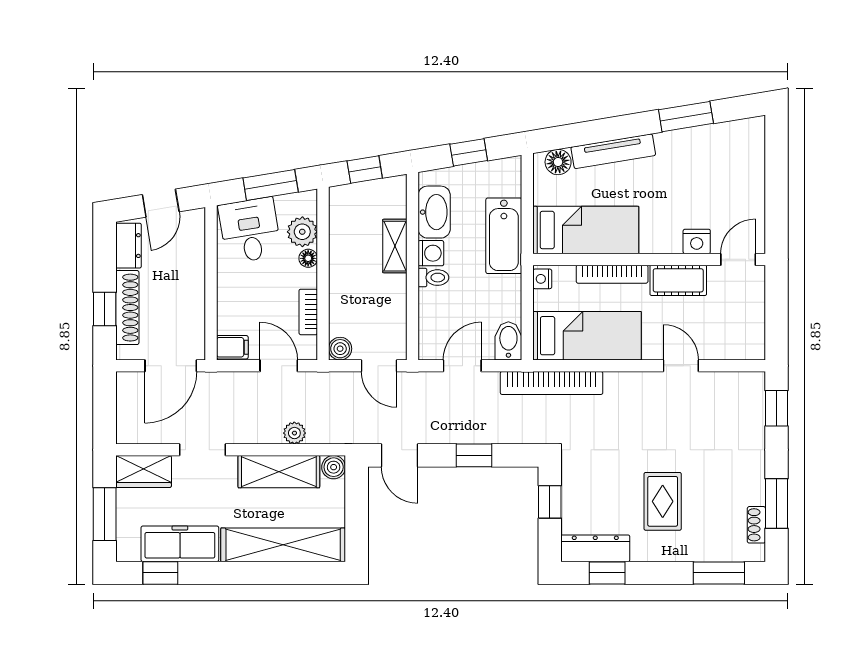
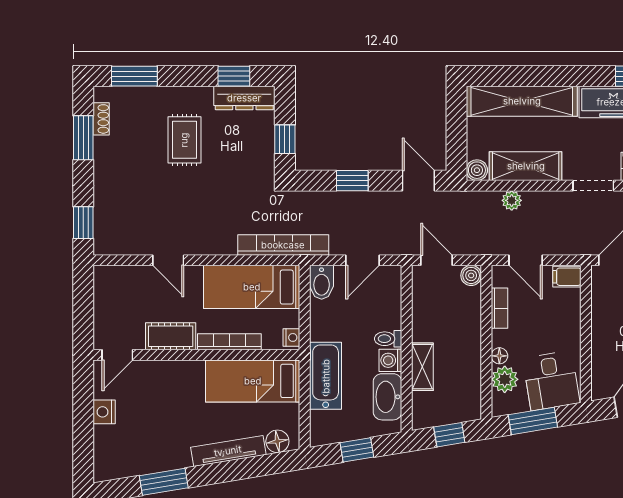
nightstand: (697, 241) -> (104, 412), moved, turned -90

